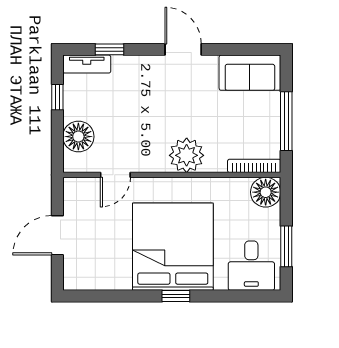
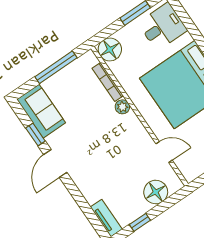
window: (110, 49) -> (35, 135), moved
plant: (187, 155) -> (122, 107), width x0.53, depth x0.53
bookcase: (254, 166) -> (108, 82), moved

